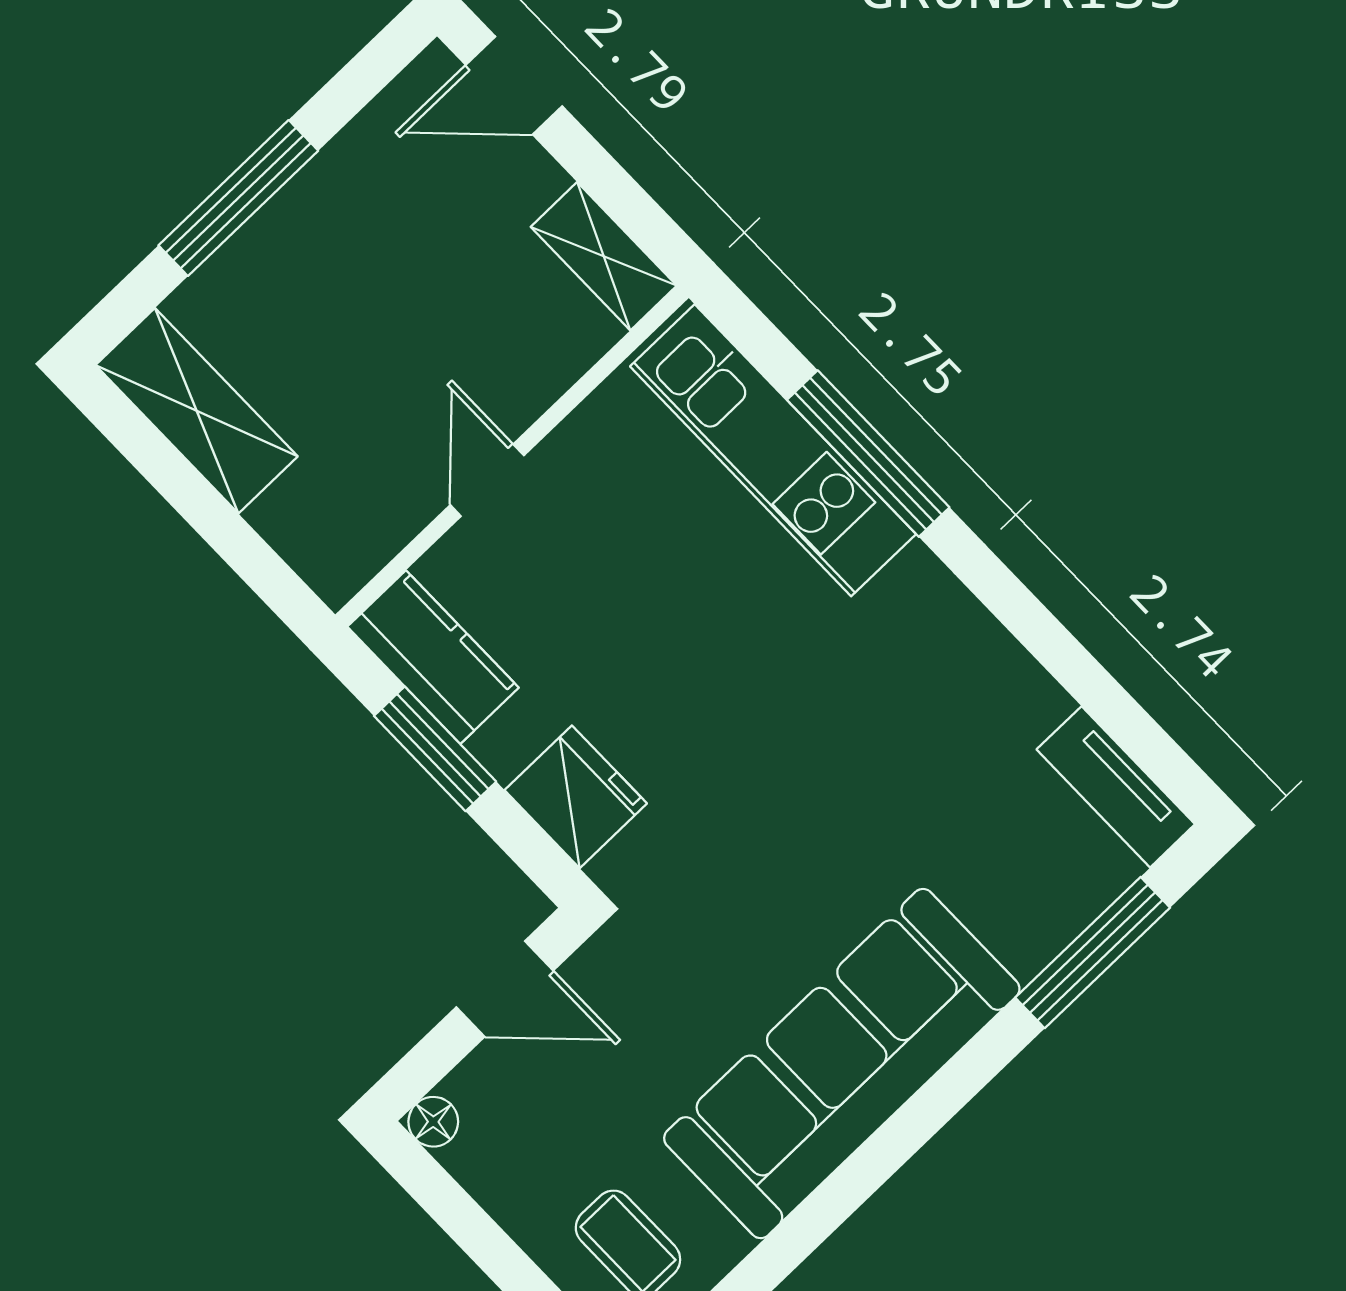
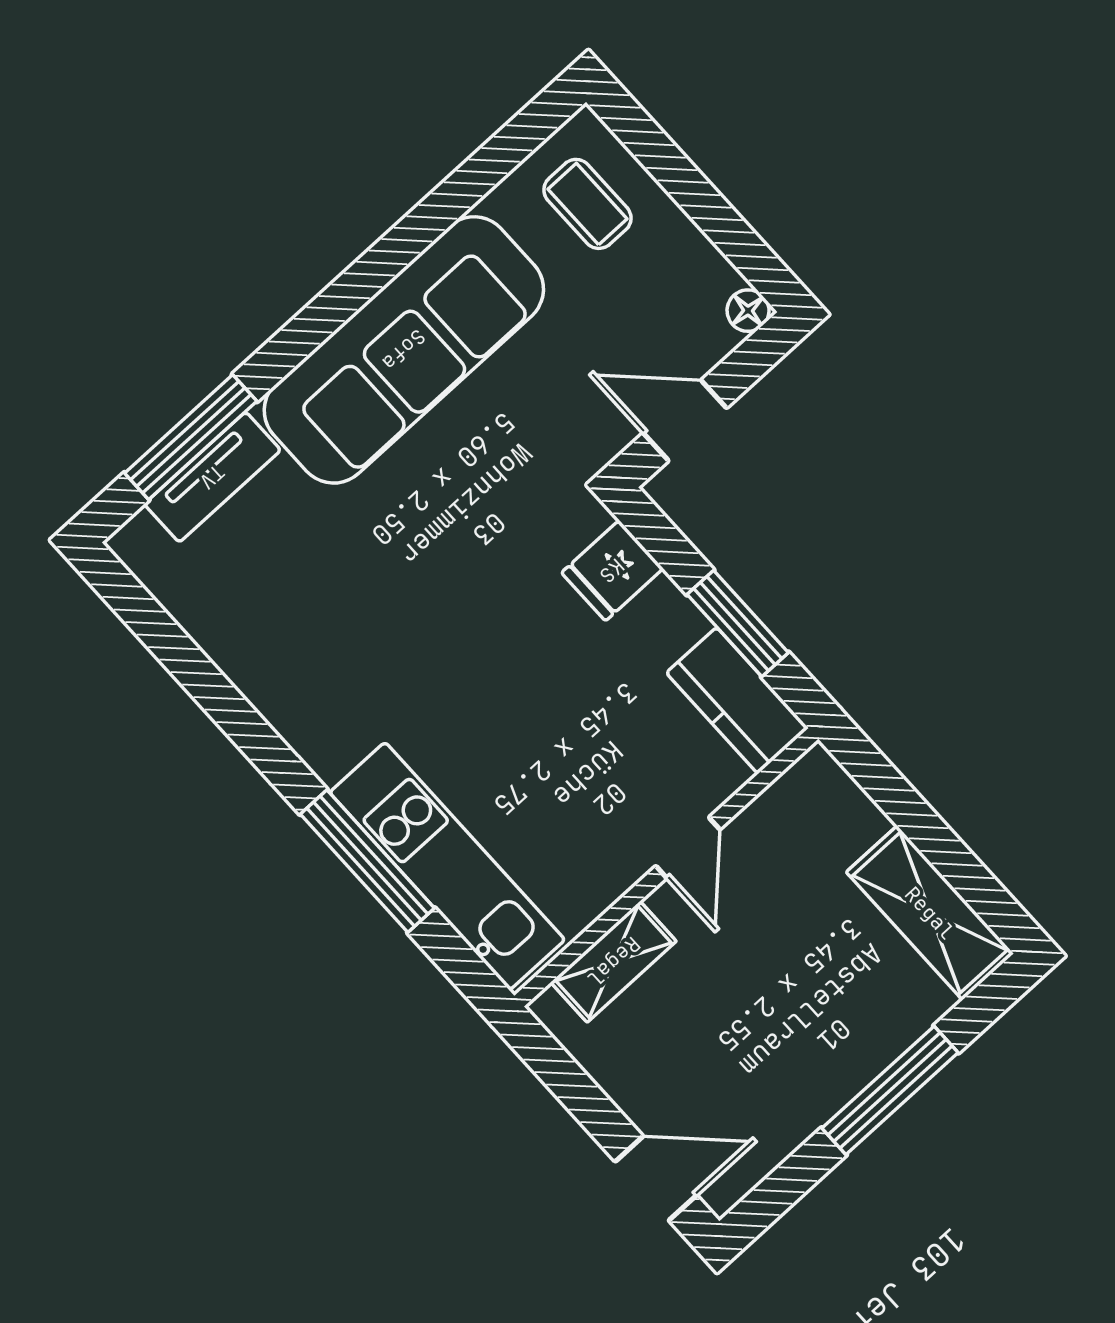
shelving: (604, 256) -> (614, 962), moved, turned 90
tv unit: (1116, 787) -> (212, 477), moved, turned 90
fridge: (576, 797) -> (612, 571), width x0.72

